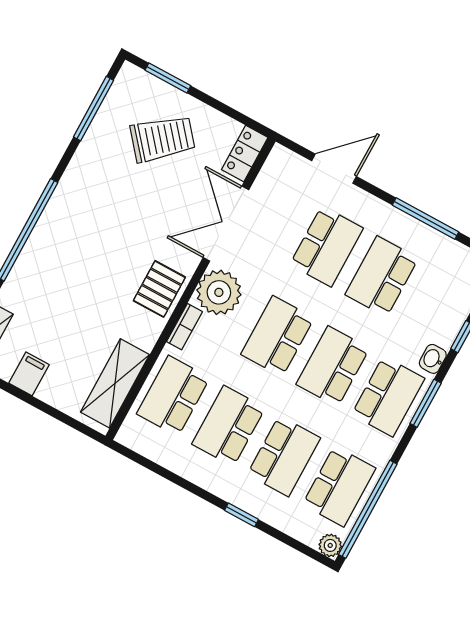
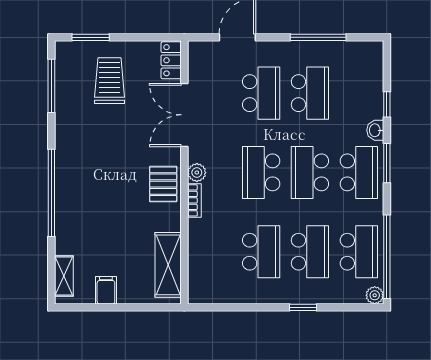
trolley: (162, 139) -> (110, 81), turned -50
school desk: (382, 277) -> (310, 93), turned 180
plant: (219, 292) -> (197, 173), width x0.53, depth x0.53
school desk: (173, 396) -> (212, 252), removed
school desk: (229, 426) -> (261, 252), turned 180

